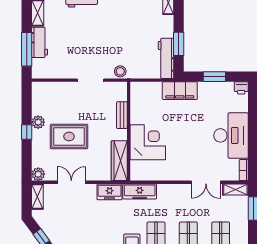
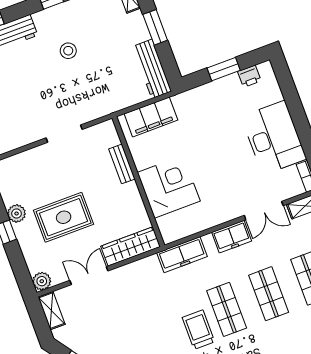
window: (179, 44) -> (155, 27), moved
stool: (120, 71) -> (68, 51), moved
printer: (241, 88) -> (249, 76), moved
filing cabinet: (180, 91) -> (151, 117), moved
wardrobe: (119, 161) -> (131, 246), moved, turned 90
freezer: (110, 192) -> (232, 237), moved

